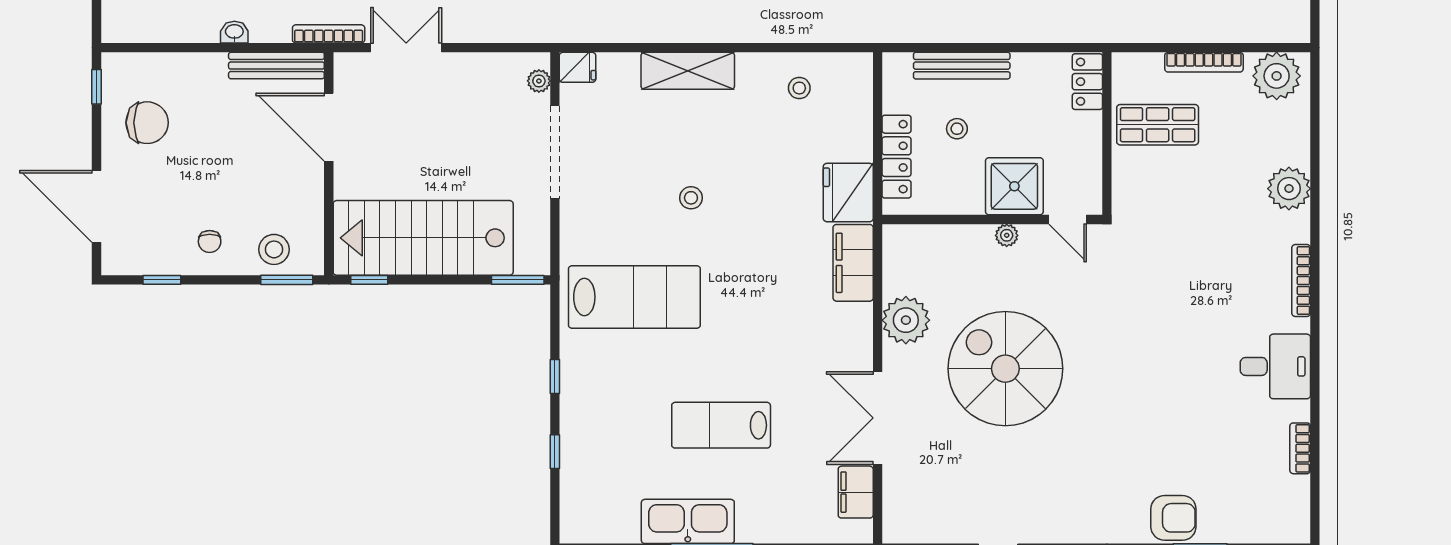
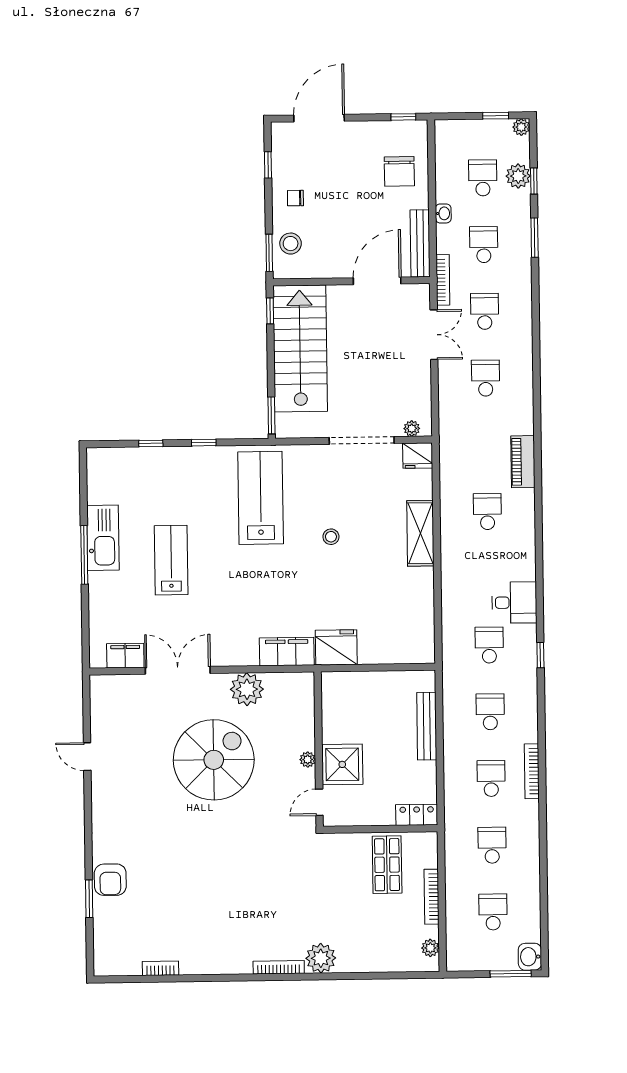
fridge: (577, 67) -> (418, 456), width x1.38
plant: (1277, 76) -> (430, 948), width x0.53, depth x0.53
stool: (799, 88) -> (409, 612), removed
chair: (147, 123) -> (399, 171), moved
stool: (957, 129) -> (382, 723), removed
locker: (896, 157) -> (362, 681), removed
plant: (1289, 189) -> (321, 958), moved
lab bench: (634, 297) -> (261, 498), turned 180
desk: (1275, 366) -> (218, 950), removed

